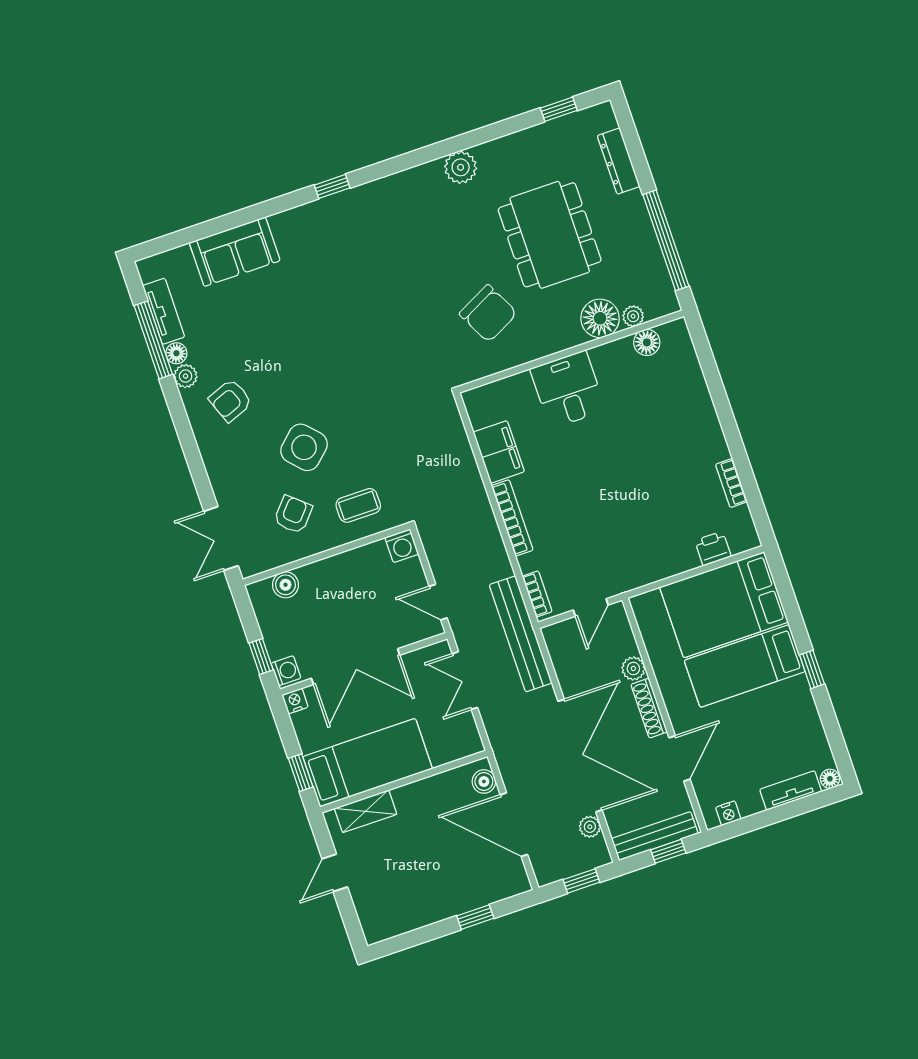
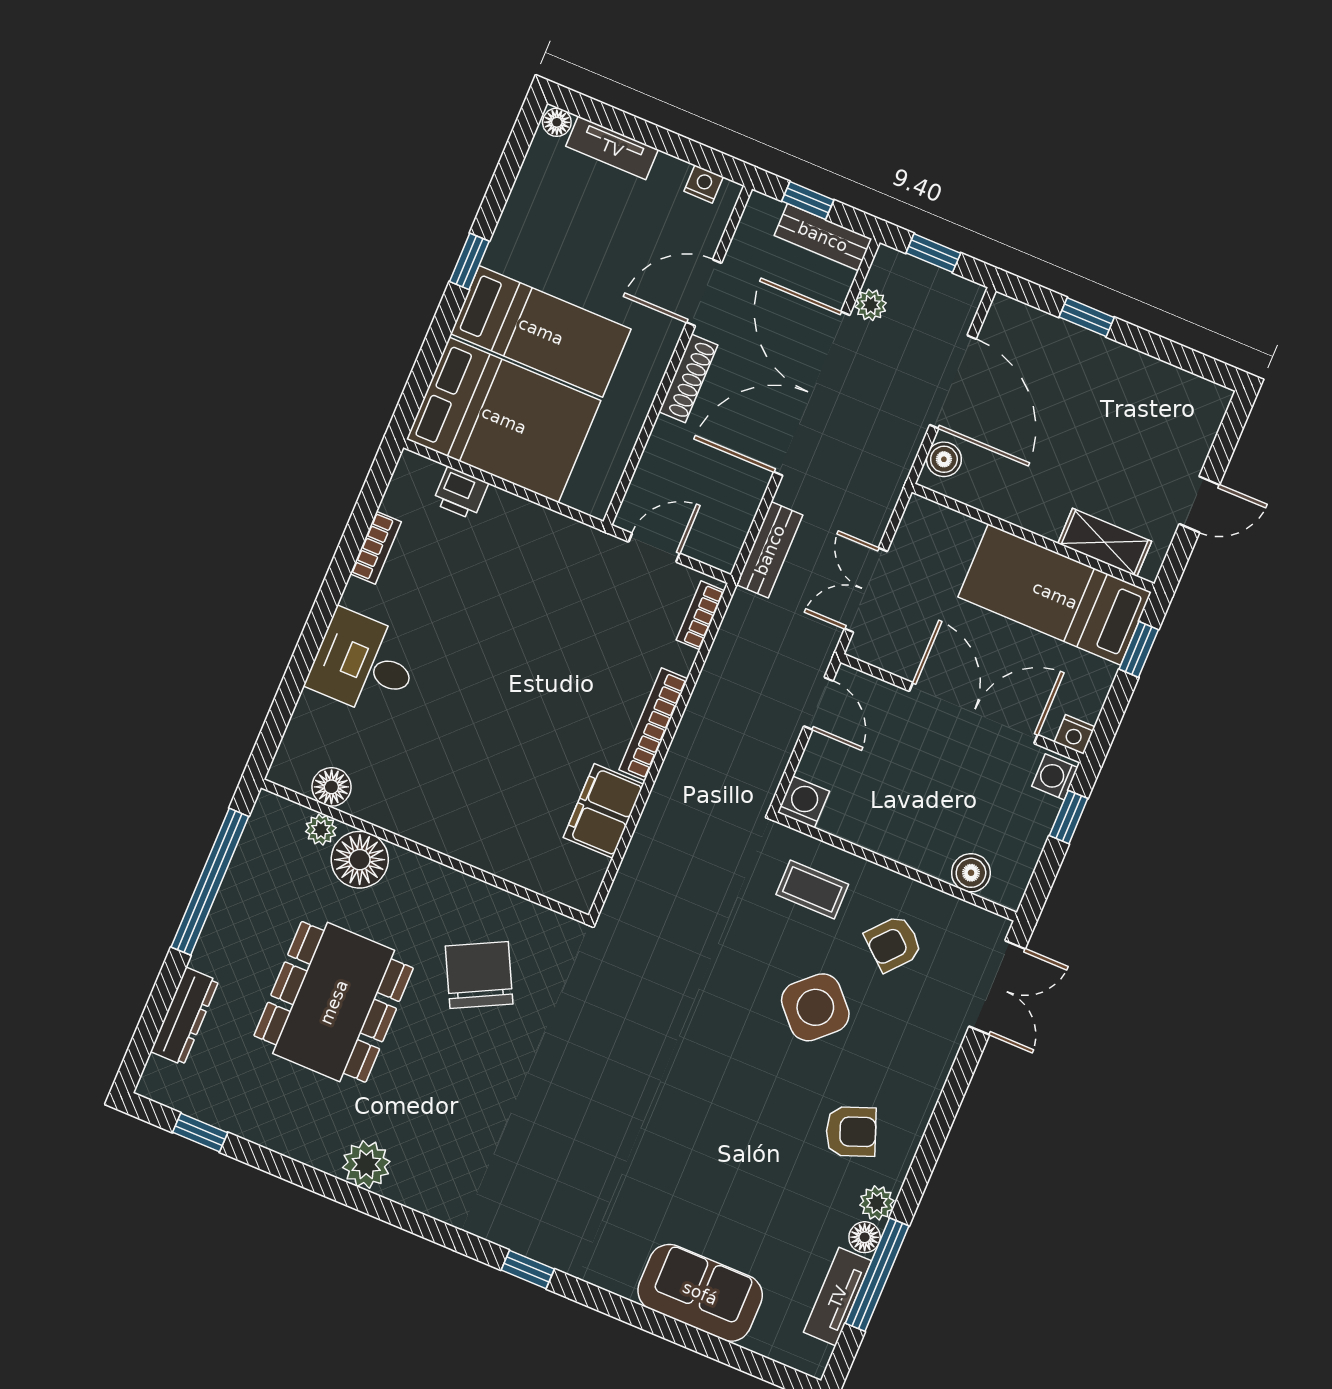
desk: (568, 389) -> (364, 664), moved, turned 90
bench: (521, 634) -> (770, 550), width x0.54, depth x0.82
plant: (633, 668) -> (667, 438), removed
double door: (465, 681) -> (866, 590), swing flipped
bench: (655, 836) -> (823, 237), width x0.73

